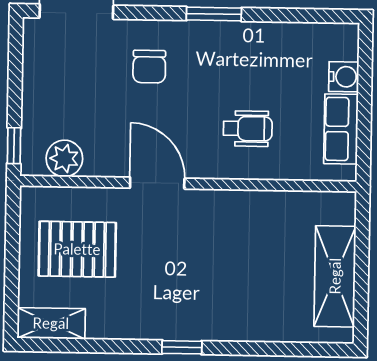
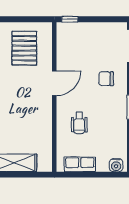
water cooler: (344, 77) -> (116, 165), moved
plant: (64, 158) -> (65, 42), removed

